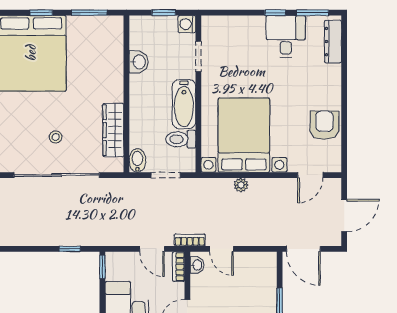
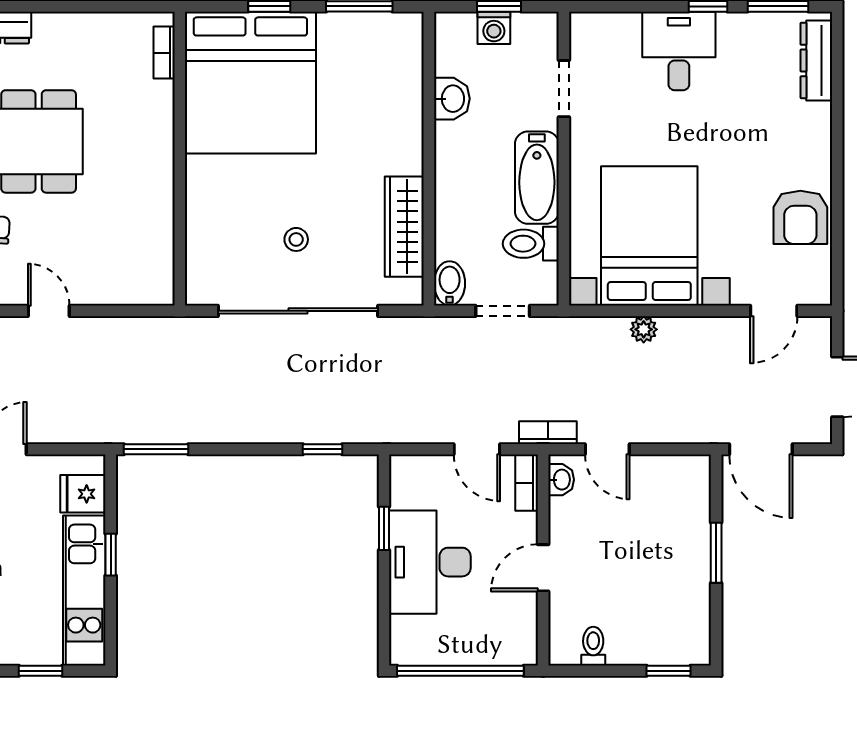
washing machine: (187, 24) -> (494, 28), moved, turned -90
desk: (286, 36) -> (679, 51), moved
armchair: (324, 125) -> (800, 217), turned 180
window: (102, 267) -> (384, 528), moved

